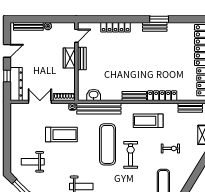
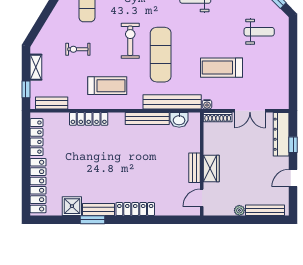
locker: (116, 27) -> (135, 209), moved
shower: (175, 29) -> (72, 206), added
bench: (134, 96) -> (147, 118), moved, width x1.36
exercise bike: (131, 155) -> (130, 41), turned 180

